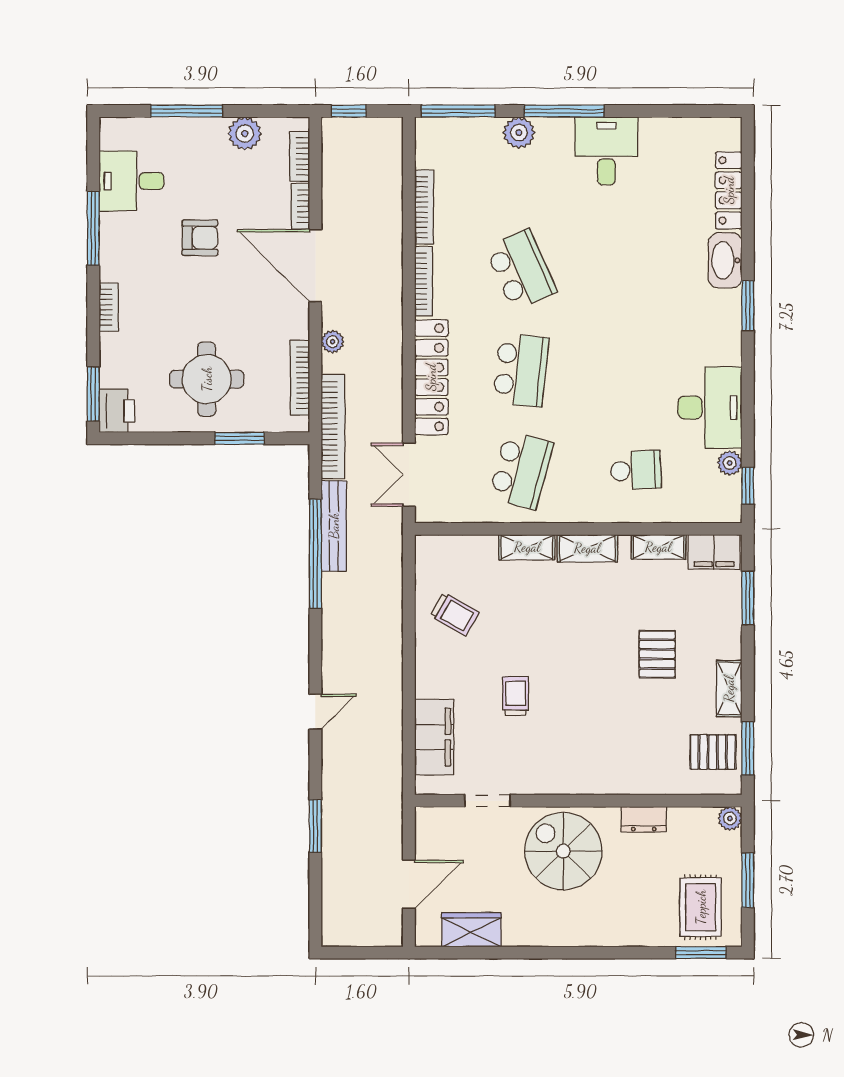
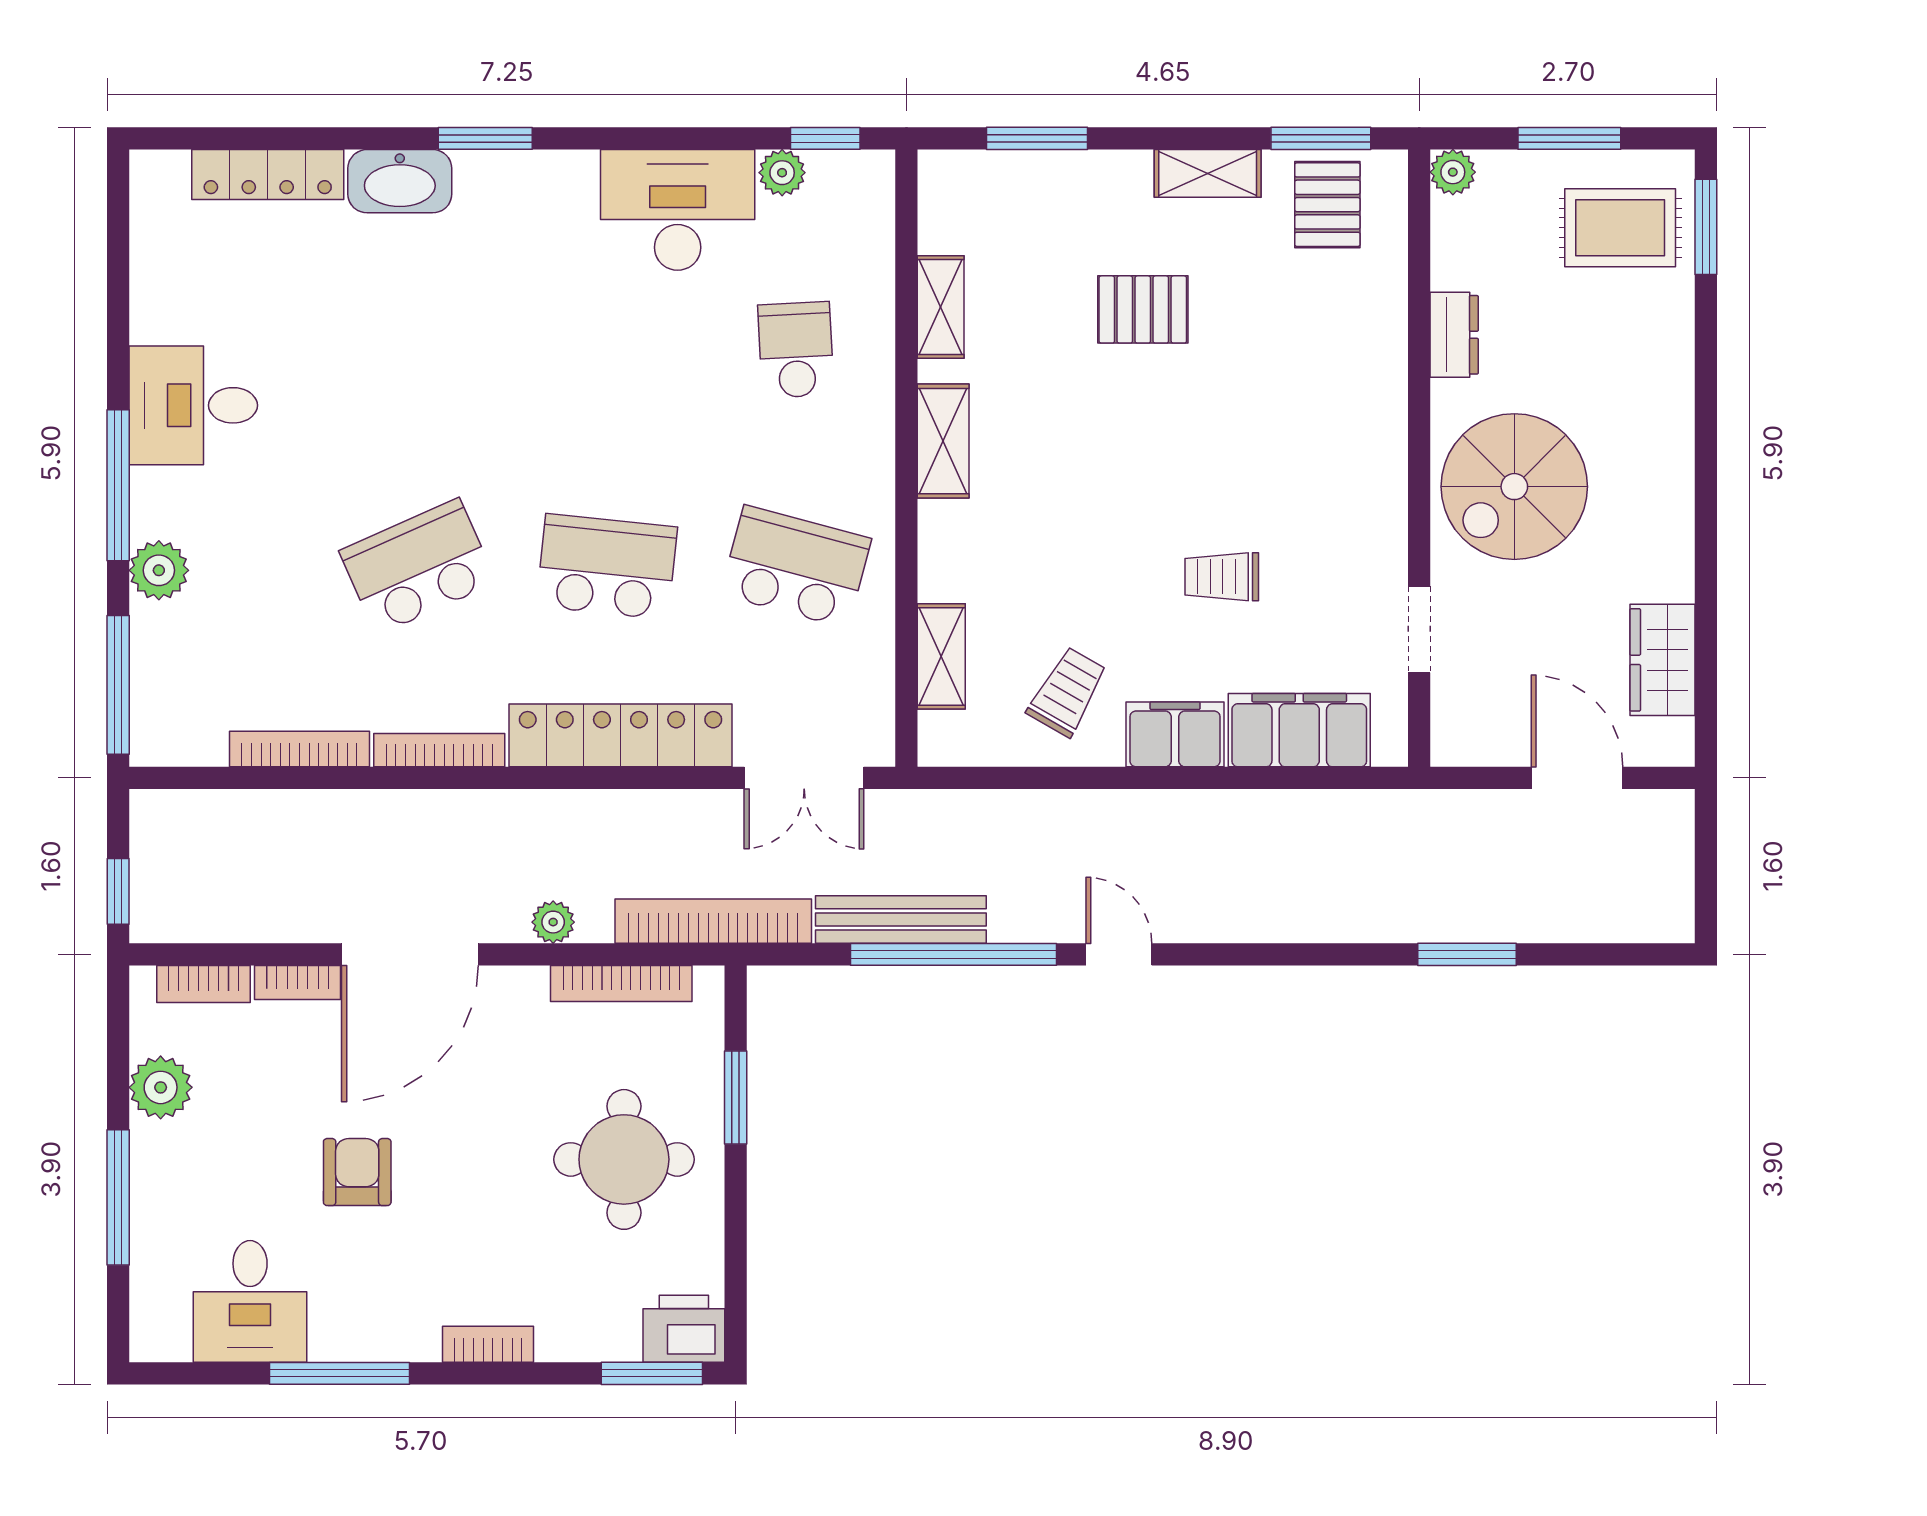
shelving: (527, 547) -> (941, 656), moved
filing cabinet: (714, 552) -> (1175, 734), moved, turned -90
door: (315, 712) -> (1119, 954), moved

